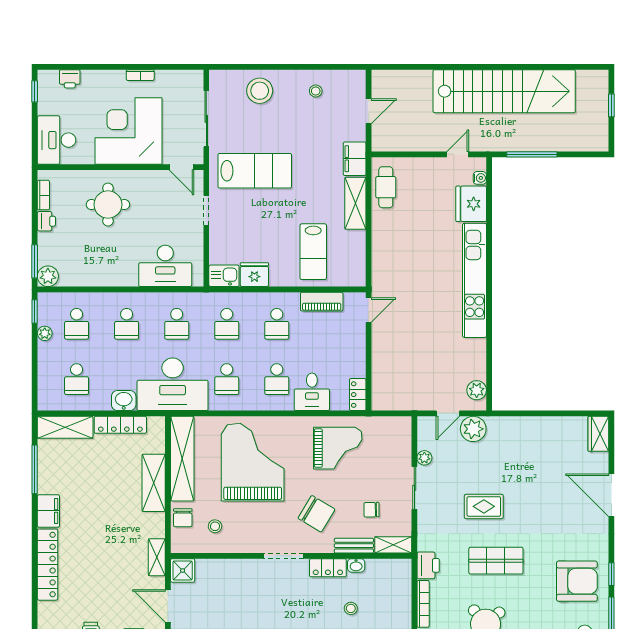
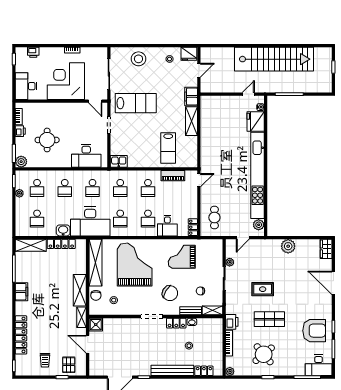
cafe table: (386, 187) -> (214, 218), moved
round table: (108, 205) -> (47, 140), moved
fridge: (254, 275) -> (189, 54), moved, turned 180
kitchen unit: (475, 280) -> (258, 175), width x1.36
plant: (473, 429) -> (288, 246), moved
grand piano: (338, 448) -> (182, 257), turned 180
shelving: (154, 483) -> (80, 290), moved
locker: (48, 565) -> (21, 335), moved

